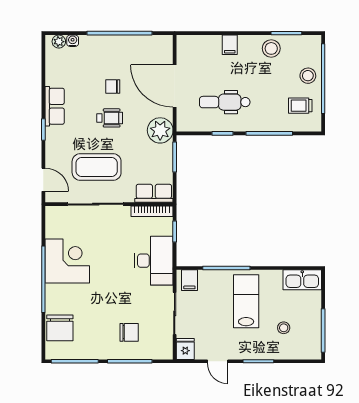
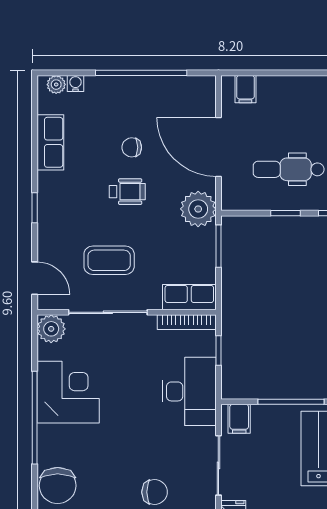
filing cabinet: (230, 45) -> (245, 89), moved
row of seats: (55, 106) -> (50, 142), moved
coffee table: (97, 167) -> (109, 260), width x0.73, depth x0.76
plant: (55, 216) -> (51, 329), added

